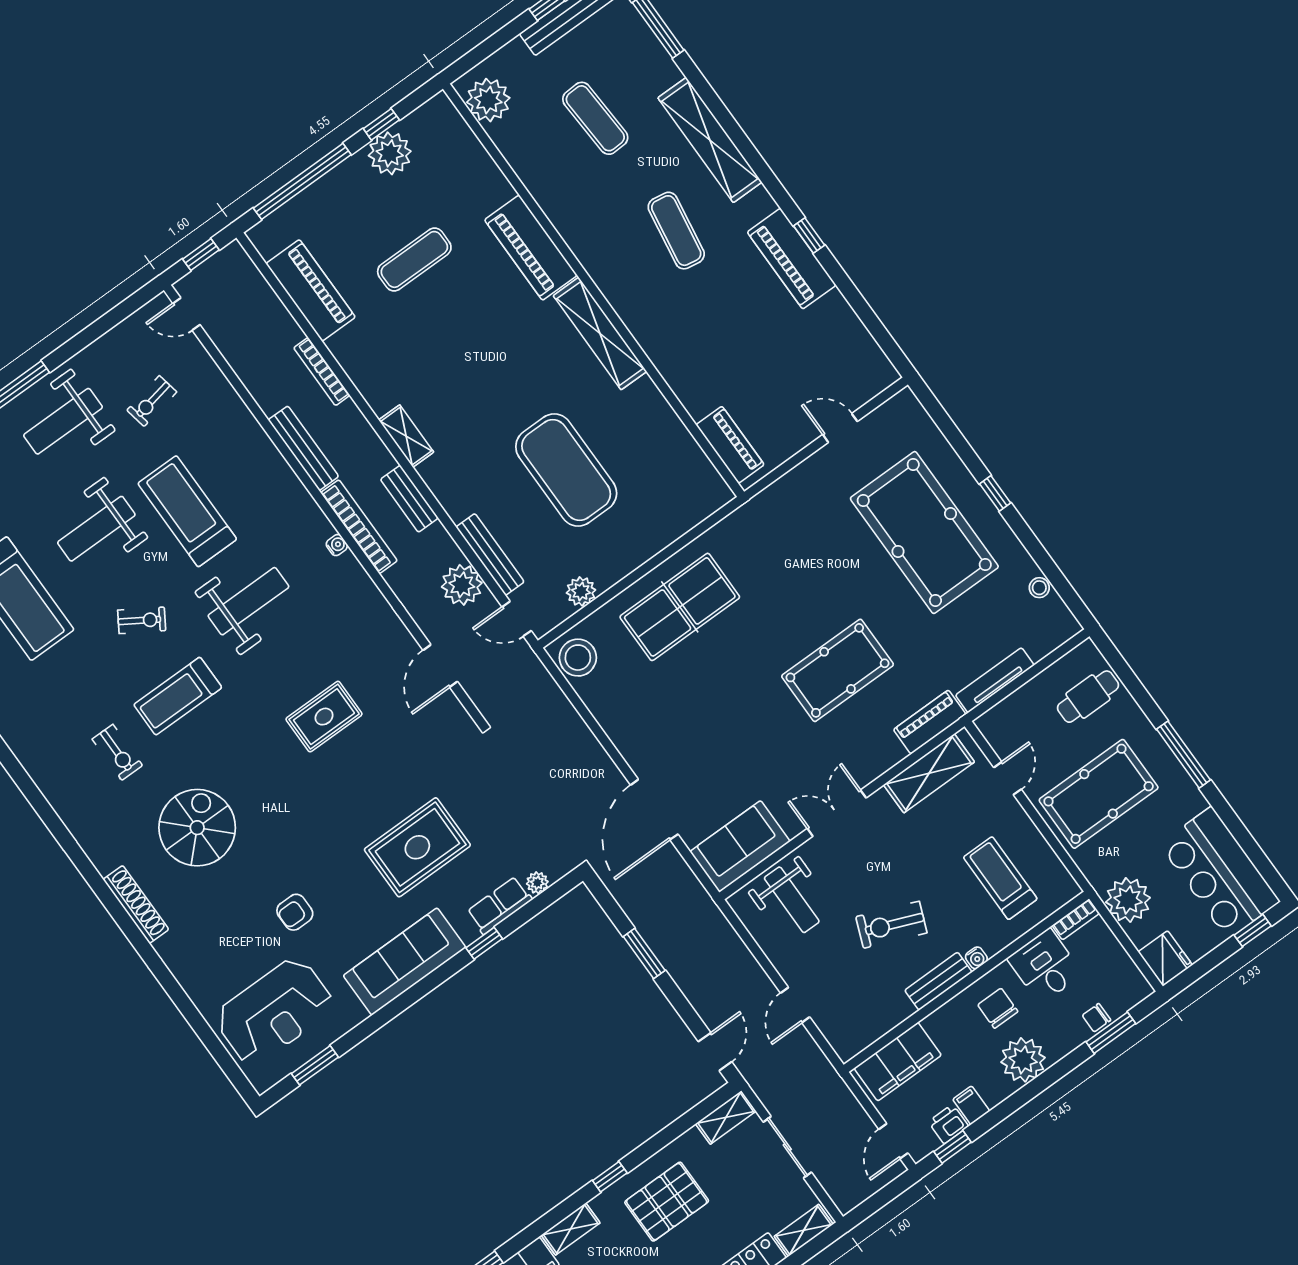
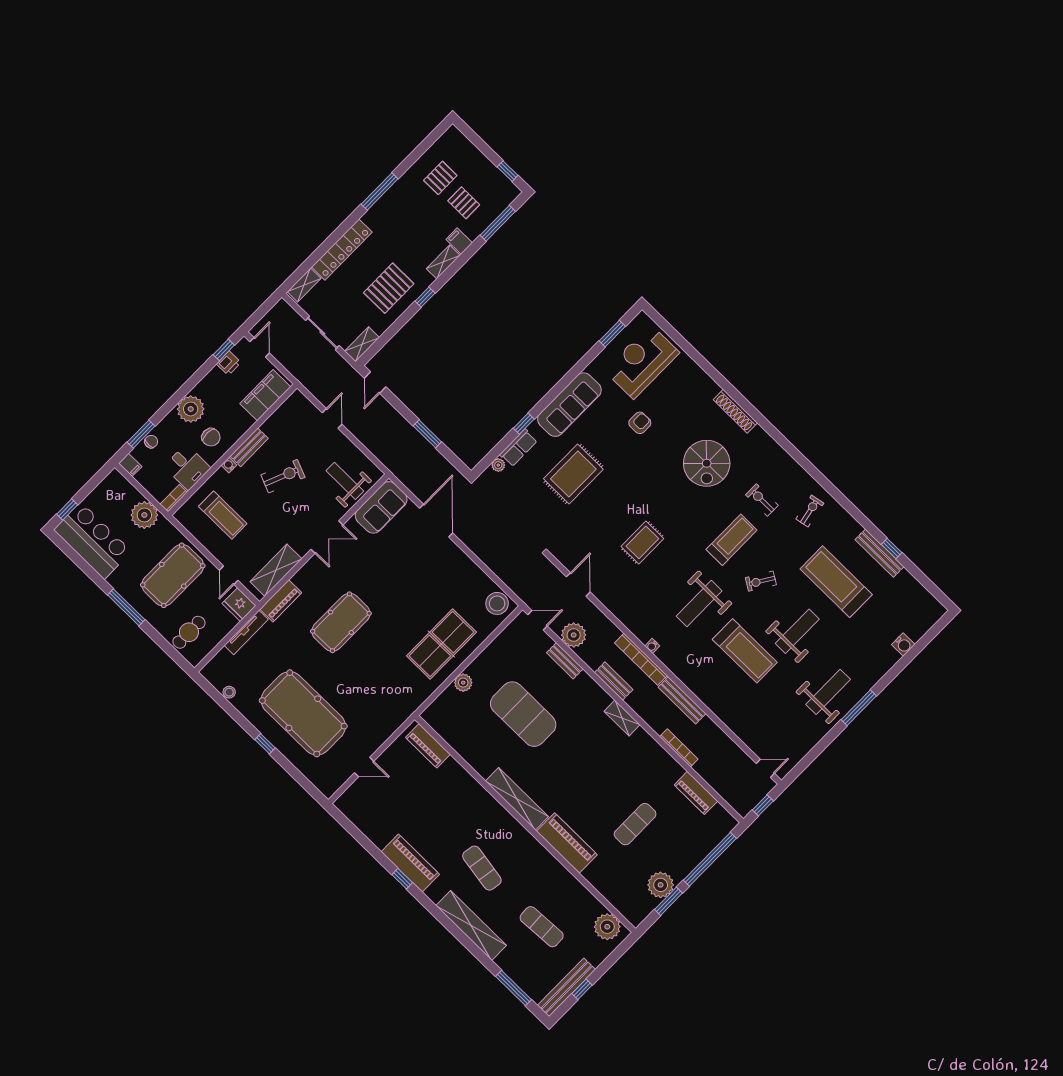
window: (381, 124) -> (669, 901), width x1.50
piano: (311, 290) -> (696, 793), width x0.73, depth x0.75
exercise bike: (152, 401) -> (810, 511), moved
bench: (490, 554) -> (565, 661), width x0.73
plant: (581, 591) -> (463, 683), moved
fridge: (1165, 958) -> (239, 605), moved
filing cabinet: (971, 1105) -> (130, 465), moved

